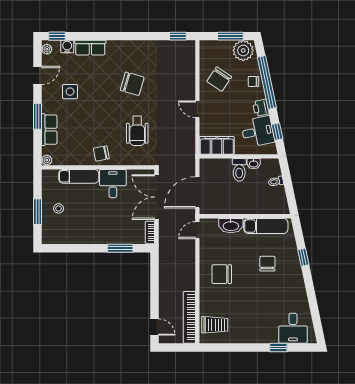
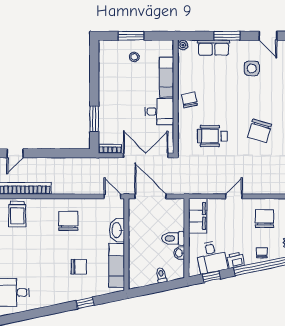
chair: (219, 79) -> (264, 218), turned 56

